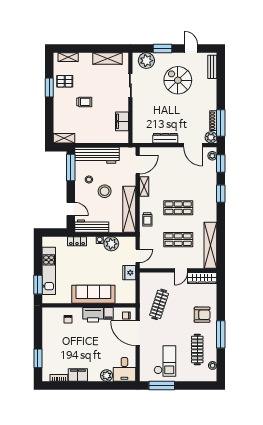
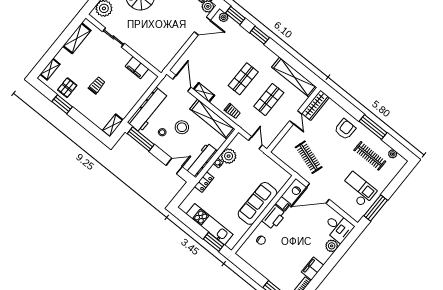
dresser: (165, 138) -> (179, 44), removed
fridge: (129, 273) -> (263, 160), removed

